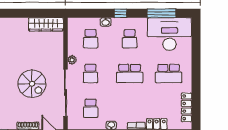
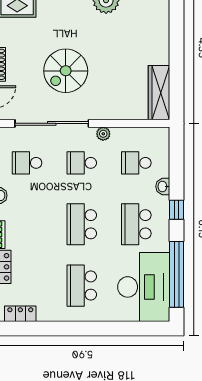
window: (162, 13) -> (176, 274), width x1.46
school desk: (130, 39) -> (136, 224), width x1.85
locker: (186, 107) -> (20, 314), width x0.66

